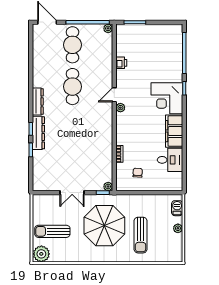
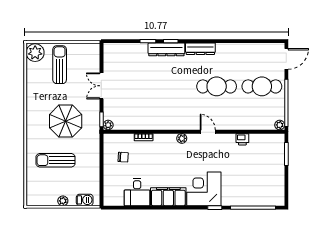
plant: (120, 108) -> (182, 138), moved
parasol: (104, 226) -> (66, 121), width x0.73, depth x0.73

